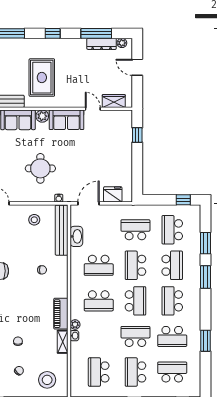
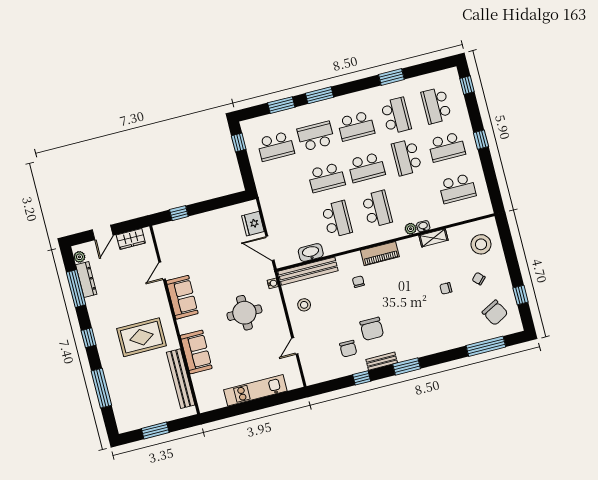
wardrobe: (114, 101) -> (131, 239), moved, turned -90
plant: (42, 116) -> (185, 326), removed
school desk: (135, 230) -> (286, 188), removed
school desk: (135, 301) -> (367, 167), turned 180
piano: (61, 314) -> (380, 254), moved

